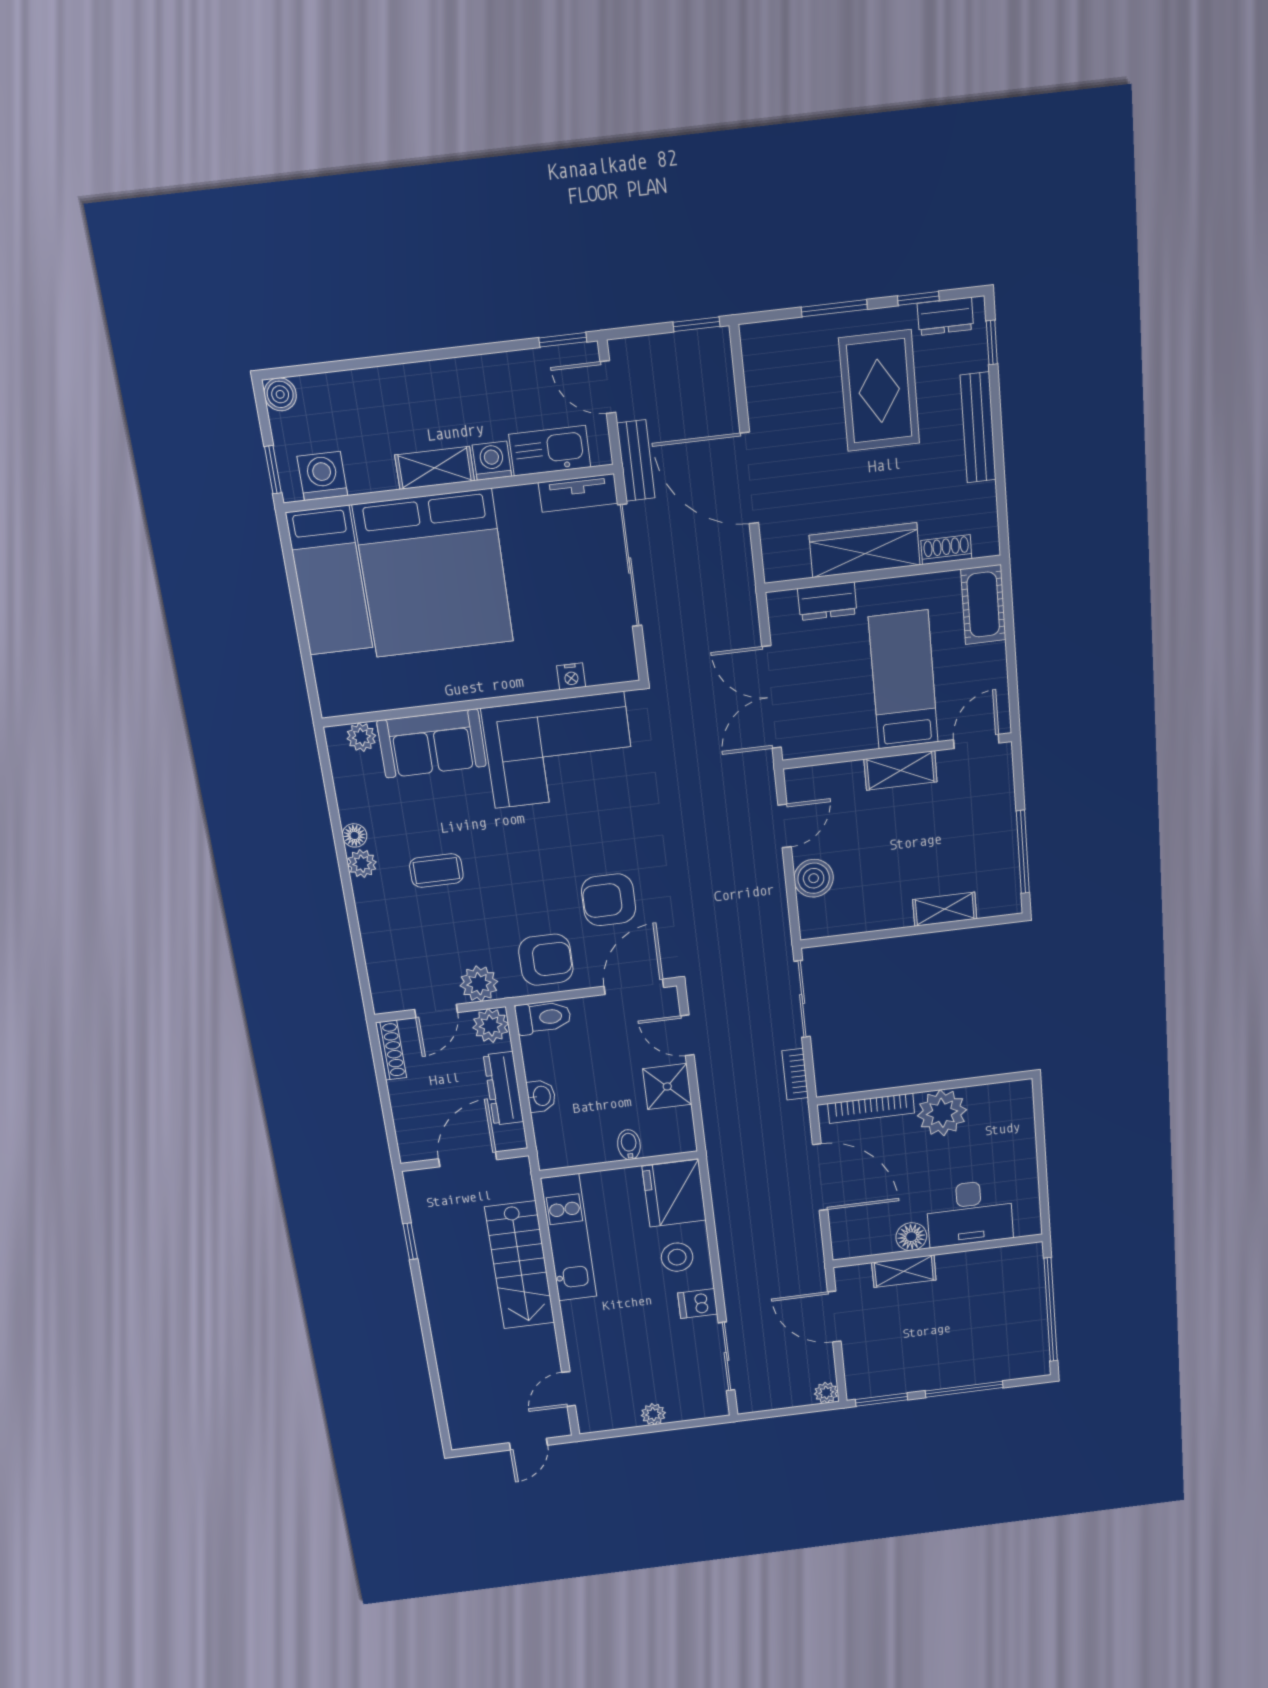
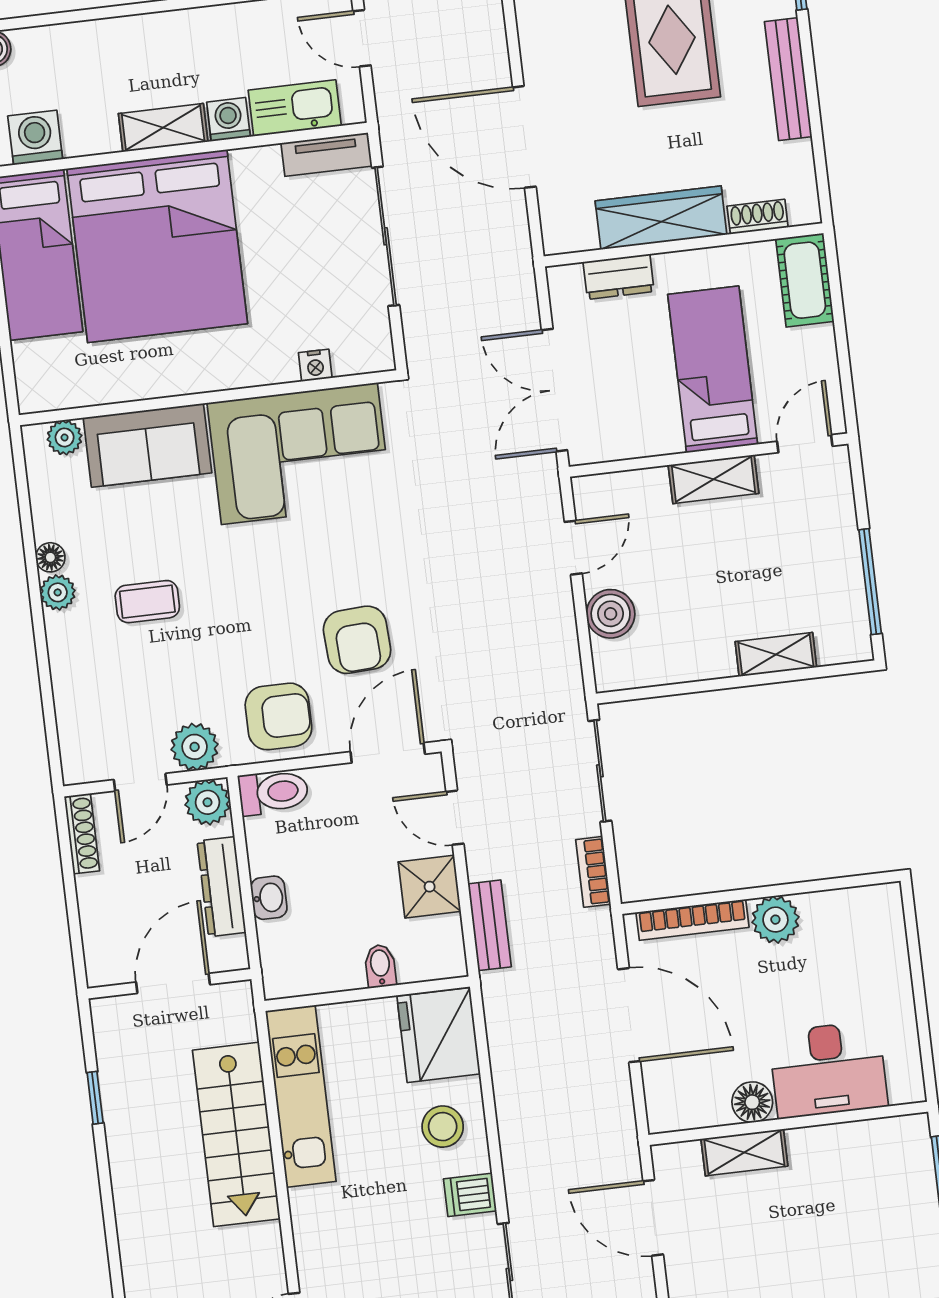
bench: (636, 461) -> (490, 925), moved
armchair: (609, 900) -> (357, 640), turned -93
plant: (942, 1113) -> (775, 920), width x0.73, depth x0.73

